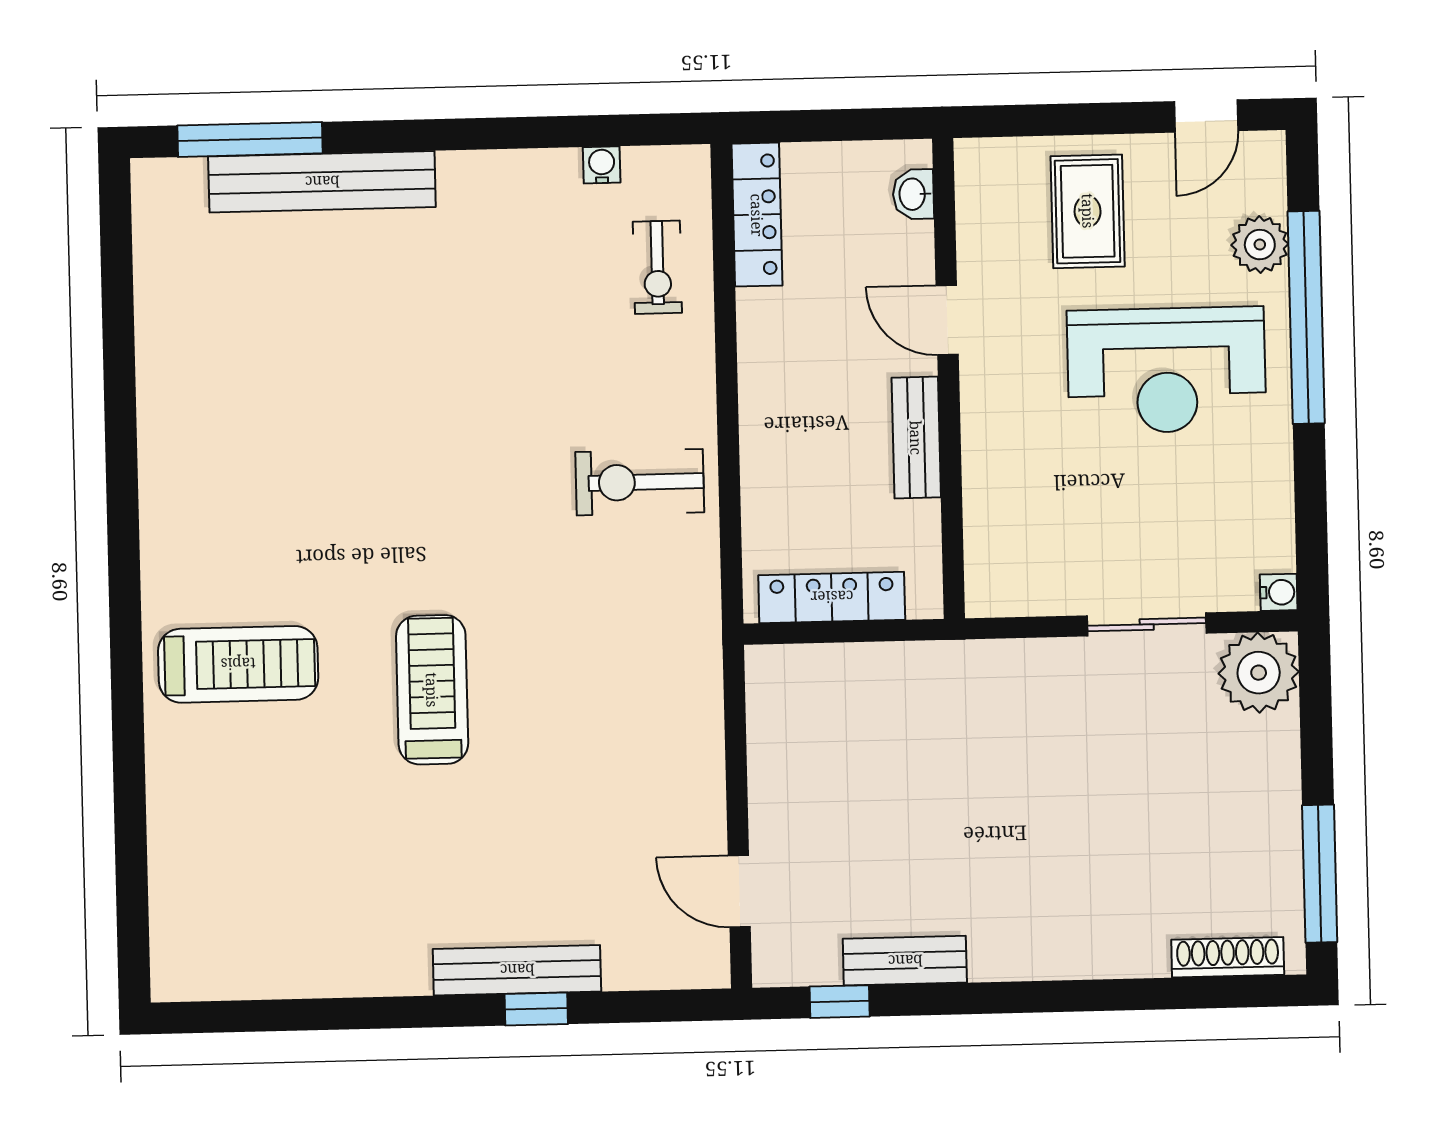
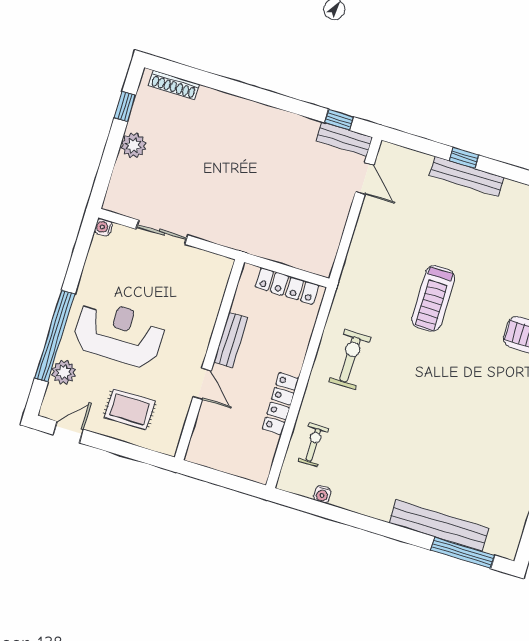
washbasin: (913, 194) -> (199, 440), removed
rug: (1088, 211) -> (130, 409), turned 90
locker: (757, 215) -> (281, 404), moved
exercise bike: (640, 482) -> (350, 359), turned -90
plant: (1259, 673) -> (134, 145), moved, width x0.73, depth x0.73
treadmill: (432, 690) -> (433, 298), moved
window: (1320, 874) -> (125, 107), width x0.46
bench: (905, 961) -> (344, 139), moved

